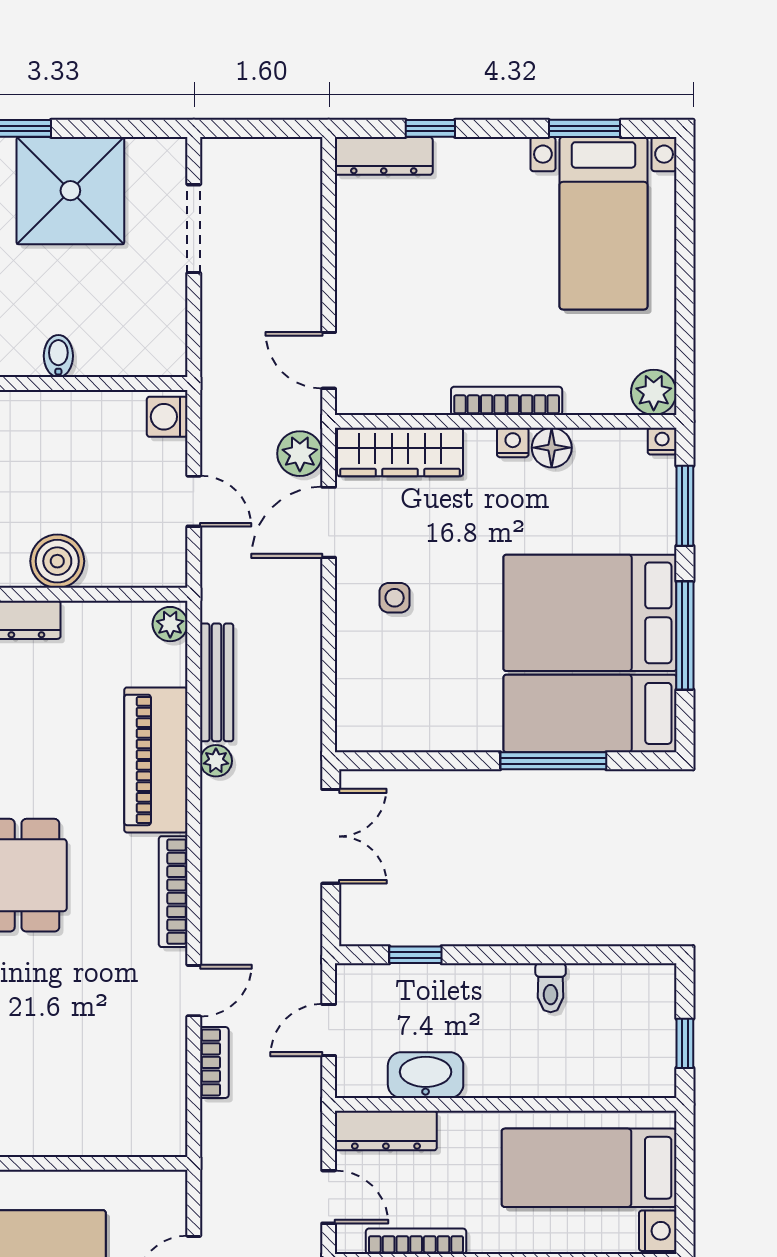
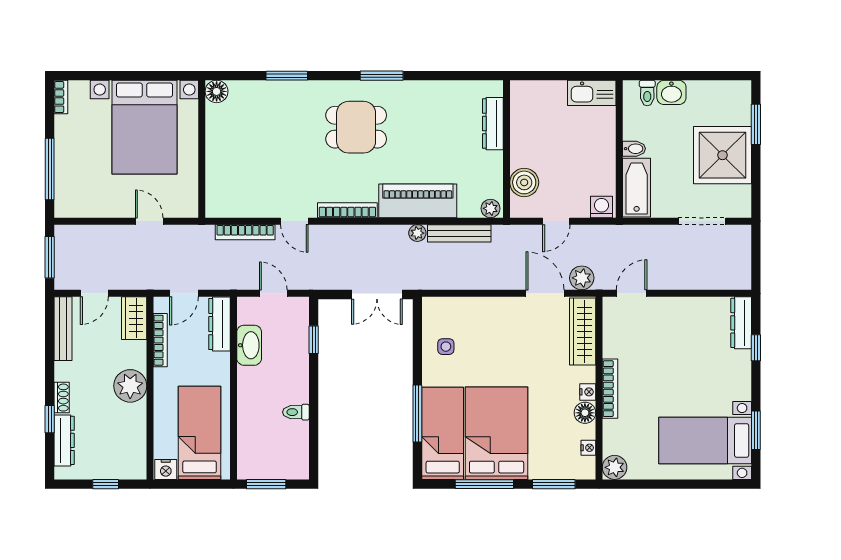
bathtub: (131, 351) -> (637, 188), added
nightstand: (662, 441) -> (588, 448), moved
boiler: (57, 561) -> (524, 182), moved
side table: (395, 598) -> (446, 347), moved
window: (685, 1043) -> (266, 484), width x1.50
bookcase: (214, 1062) -> (245, 232), width x1.56

